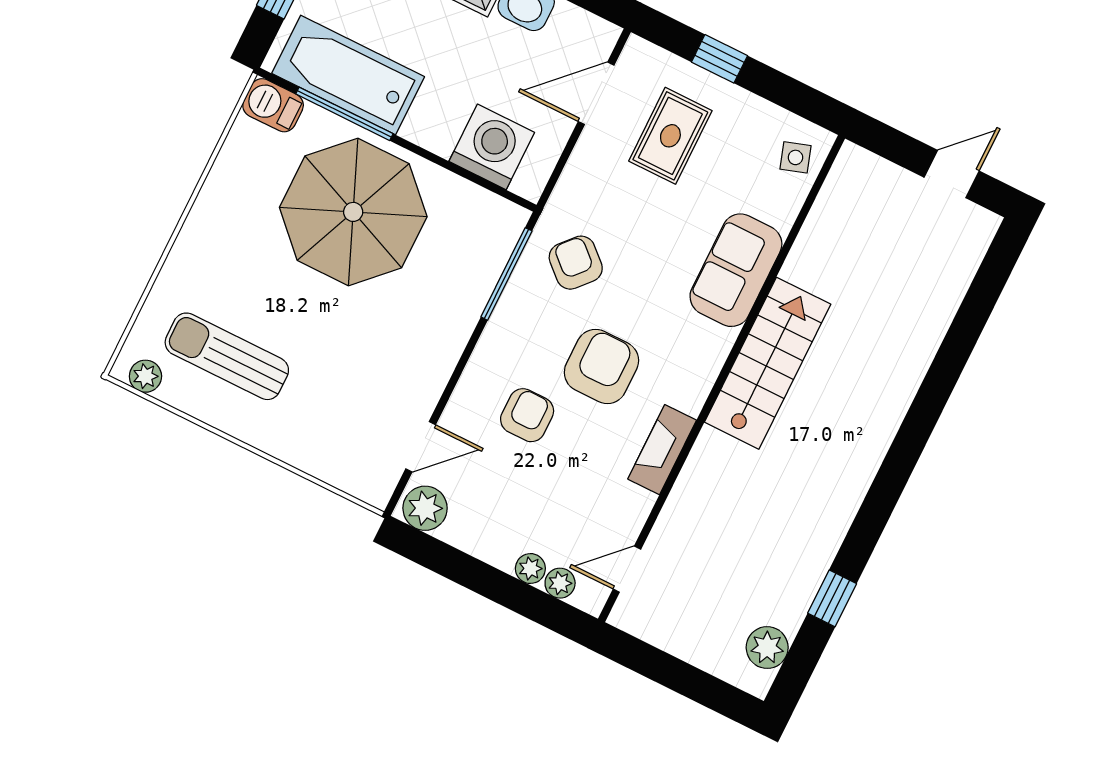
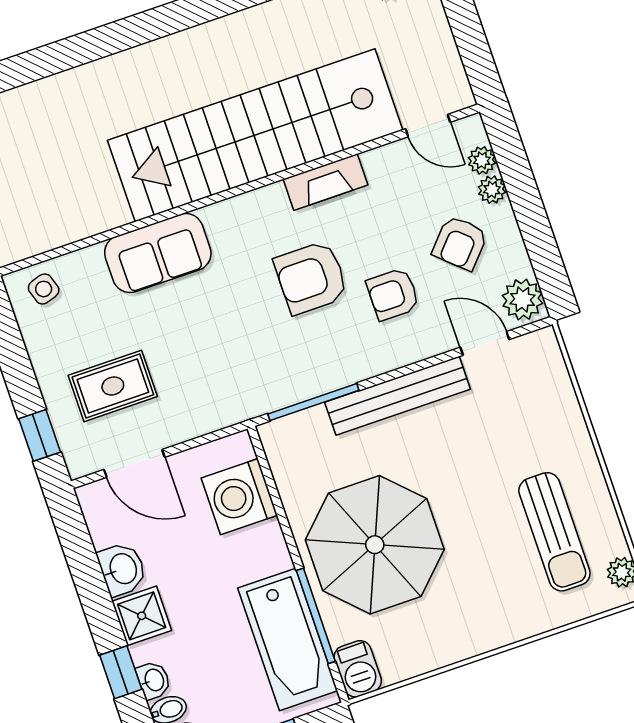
window: (719, 59) -> (40, 435), moved
armchair: (576, 263) -> (460, 243), moved
bench: (447, 342) -> (398, 396), added
stairs: (768, 363) -> (255, 135), width x1.86, depth x1.51

